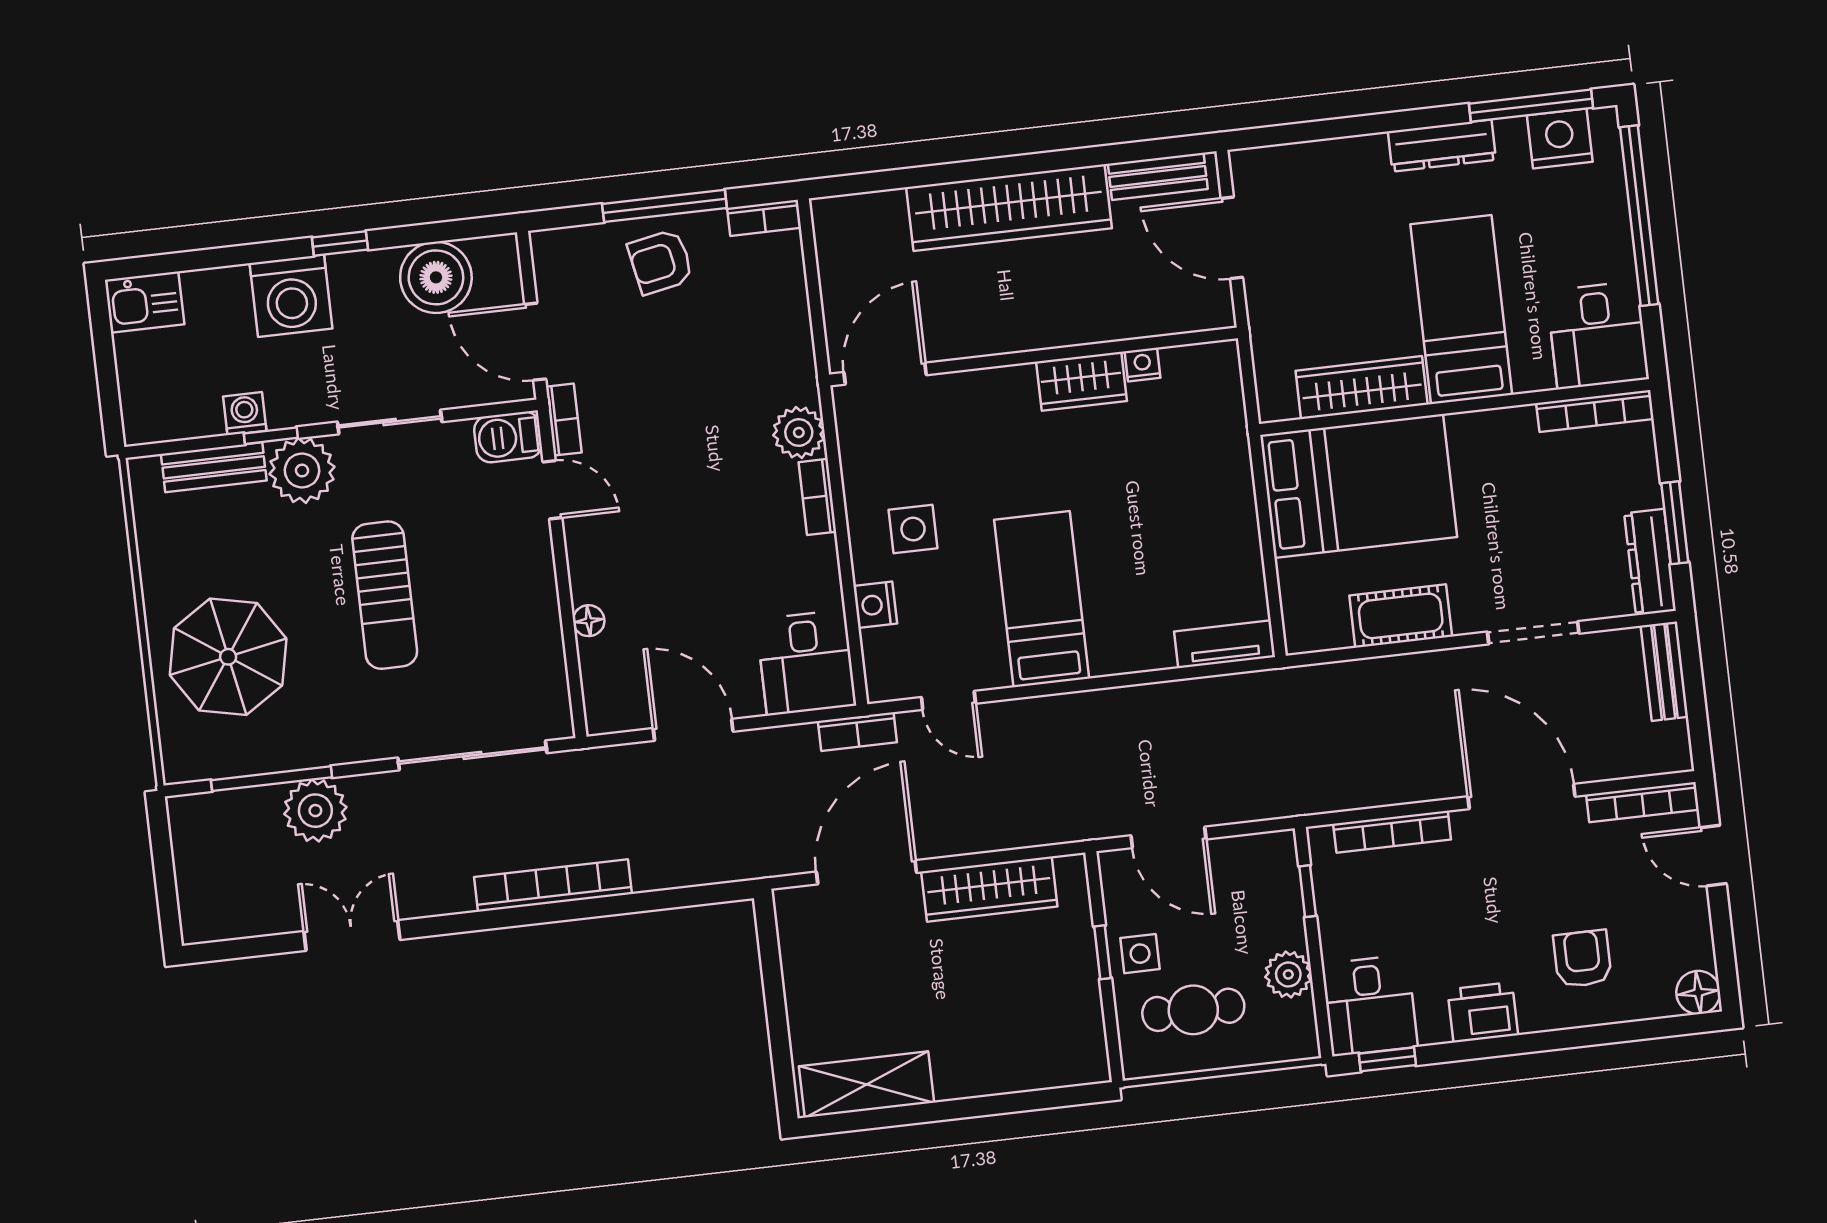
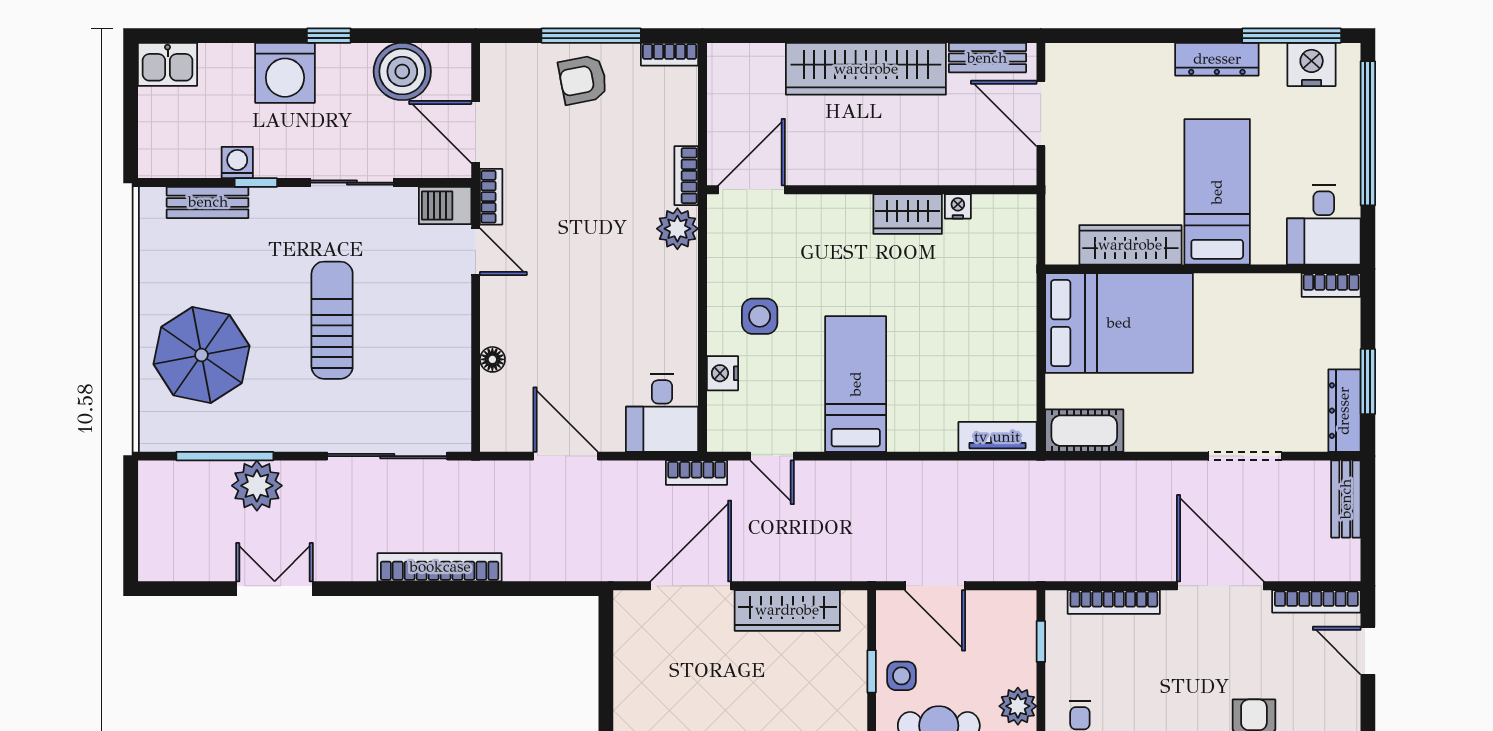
bookcase: (1595, 411) -> (1331, 285), width x0.64
plant: (302, 470) -> (278, 213), removed
bookcase: (817, 497) -> (686, 176), moved
sun lounger: (385, 595) -> (332, 320), turned 180
cot: (1401, 616) -> (1084, 431), moved

